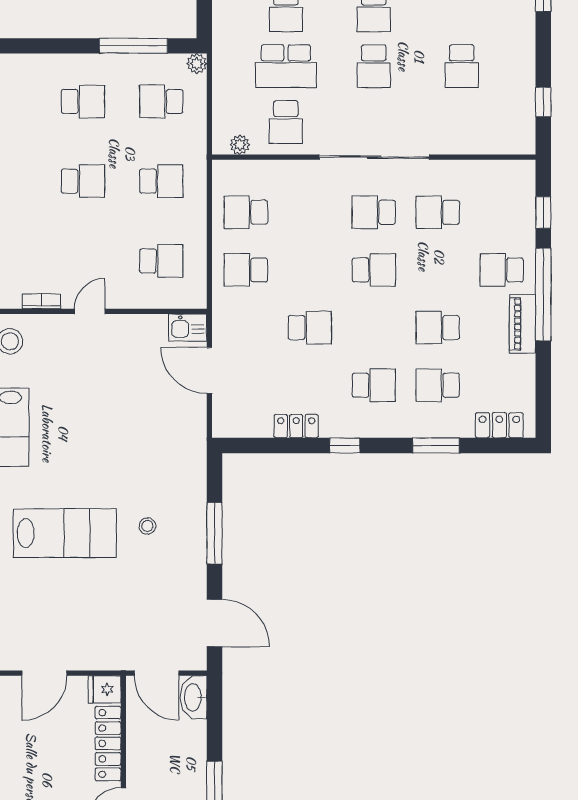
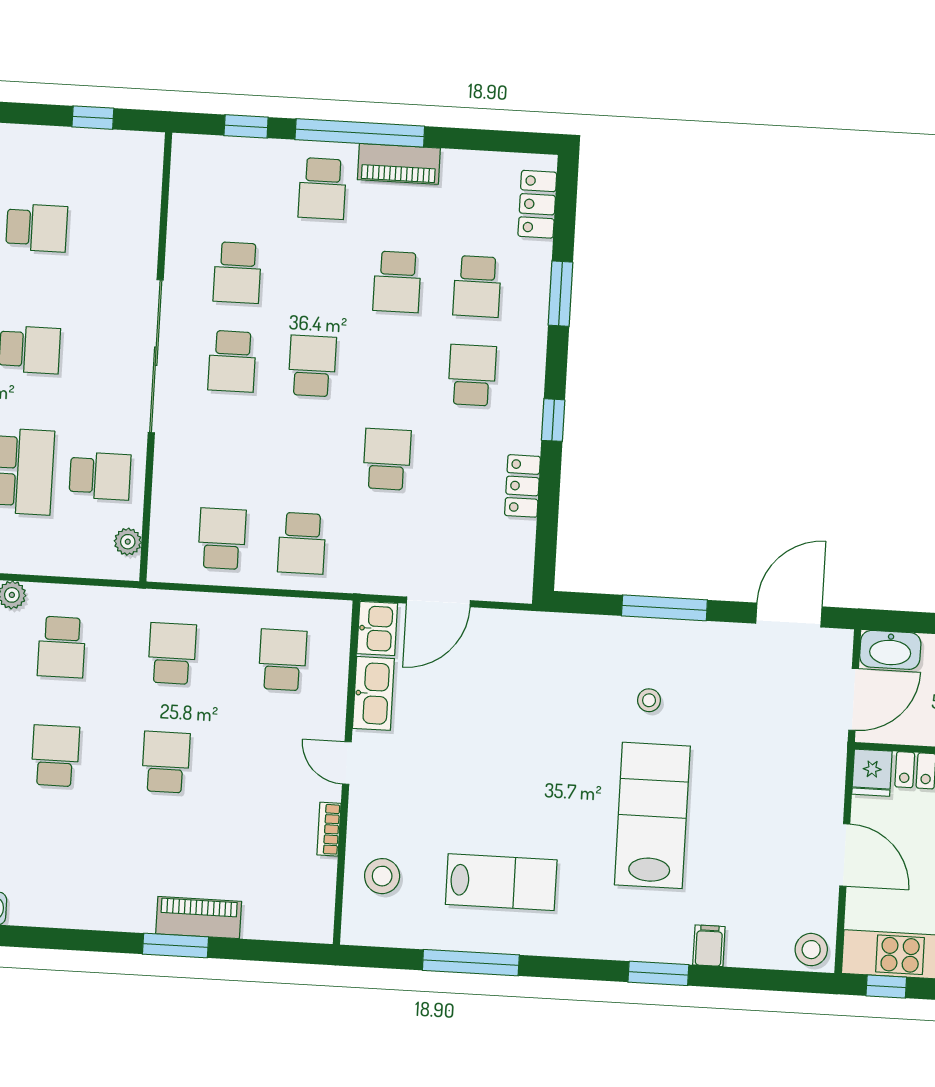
school desk: (246, 212) -> (222, 539), turned 180
kitchen sink: (141, 328) -> (373, 693), added

